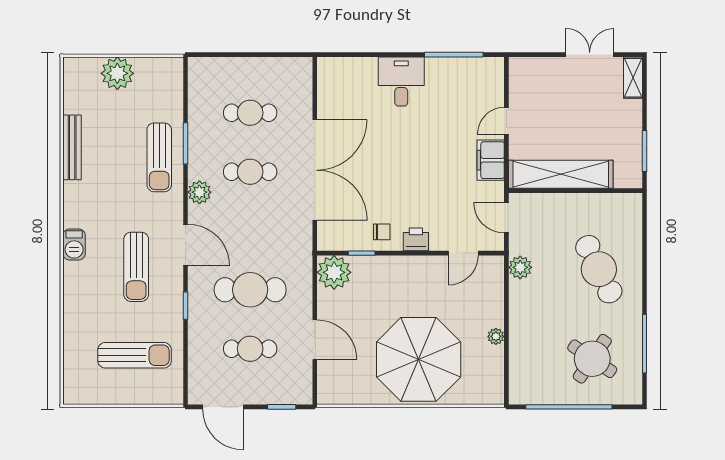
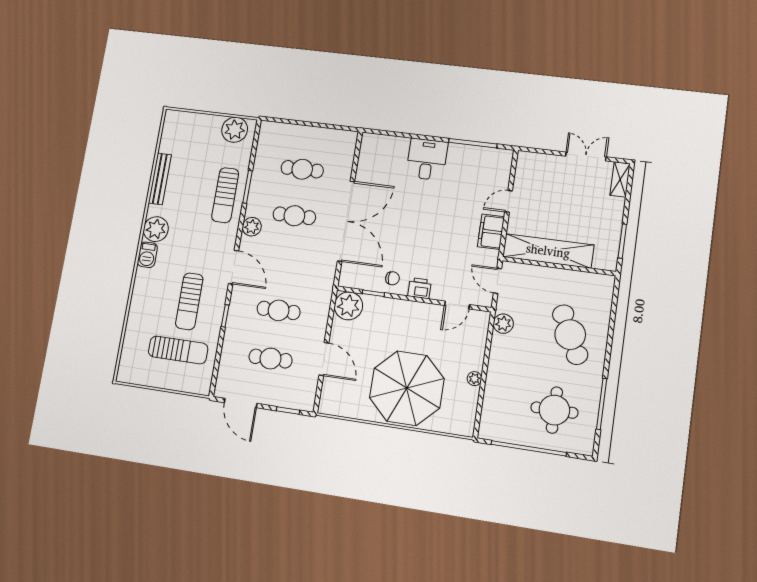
plant: (117, 73) -> (235, 130), moved
plant: (79, 211) -> (156, 229), added
sun lounger: (136, 267) -> (189, 301), moved
cafe table: (250, 290) -> (279, 310), width x0.73, depth x0.74
round table: (592, 359) -> (554, 410), turned -34

